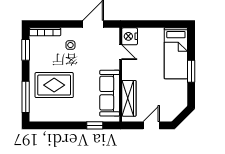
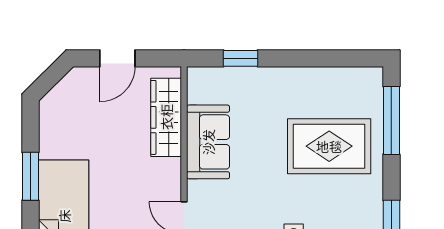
sofa: (110, 93) -> (208, 142), width x0.73

